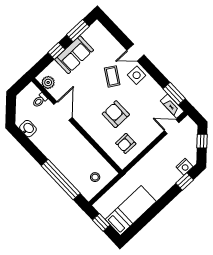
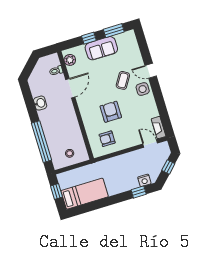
window: (174, 94) -> (165, 118), removed
washbasin: (28, 129) -> (40, 103), moved

